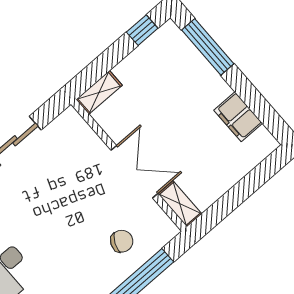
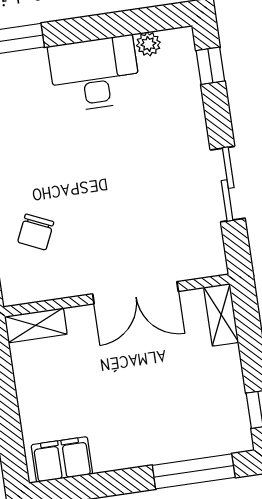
filing cabinet: (238, 117) -> (62, 459), moved
double door: (134, 172) -> (136, 293), moved

